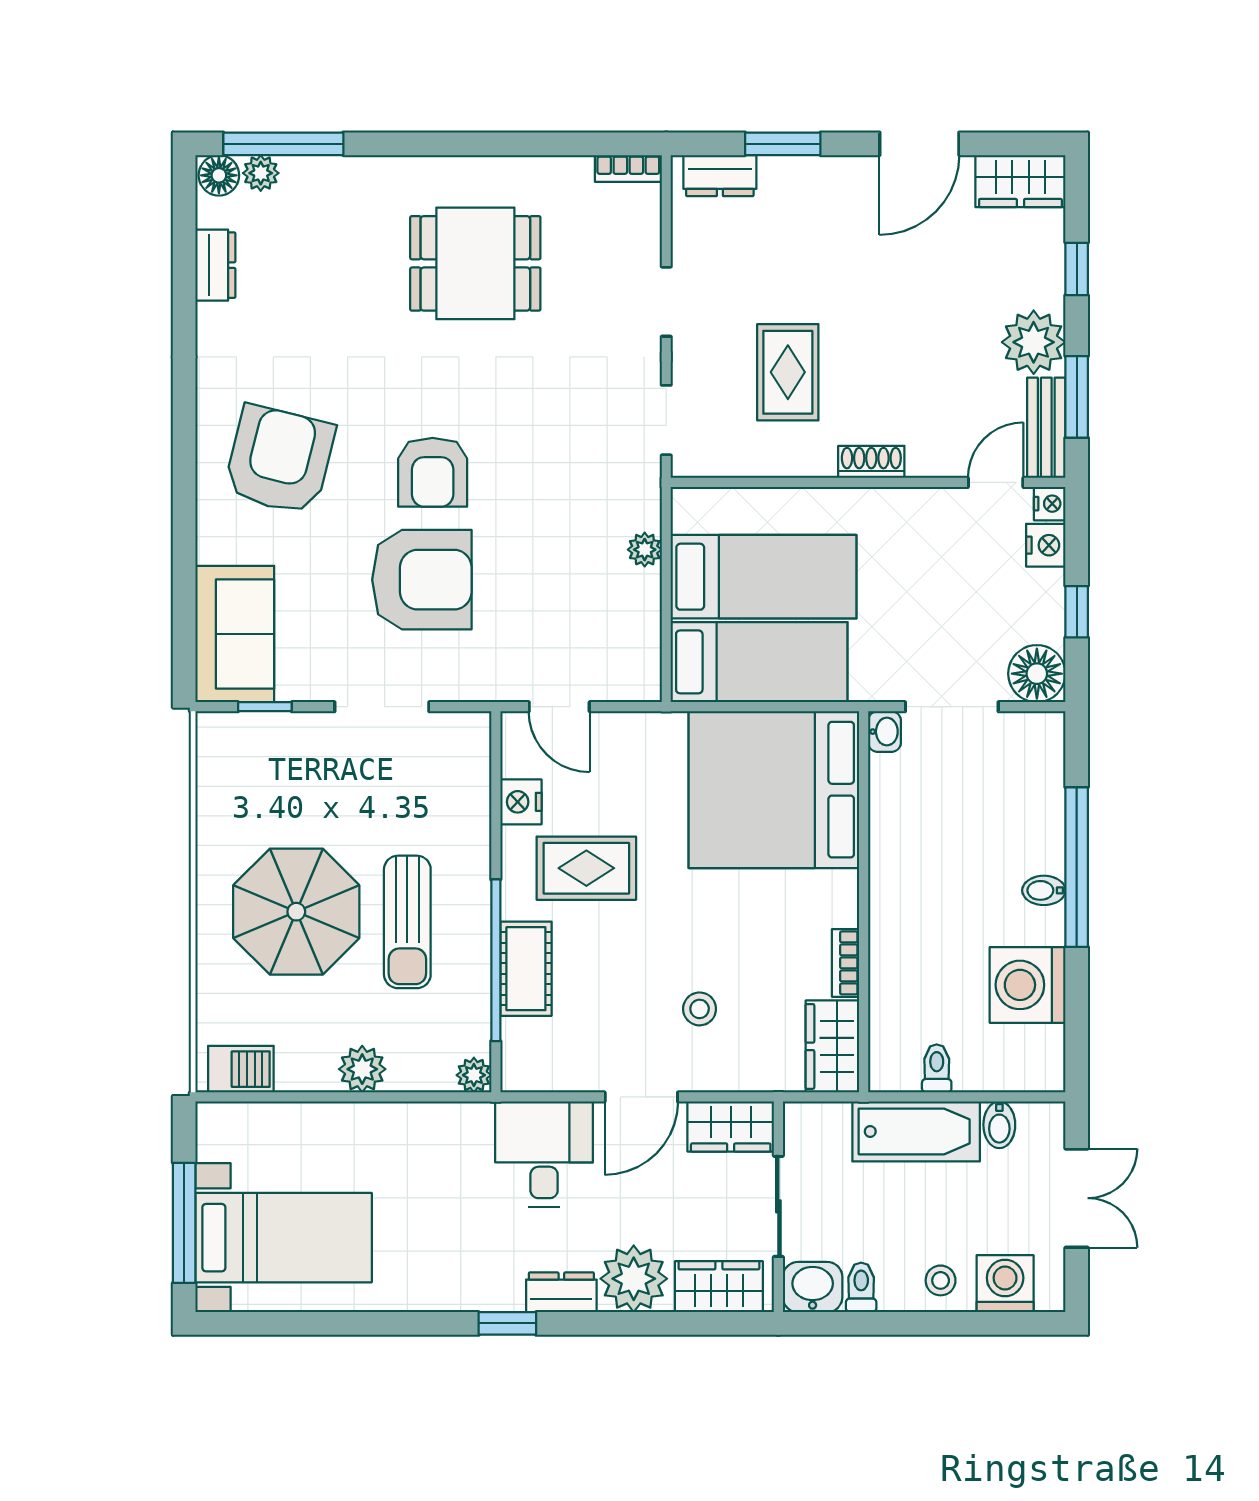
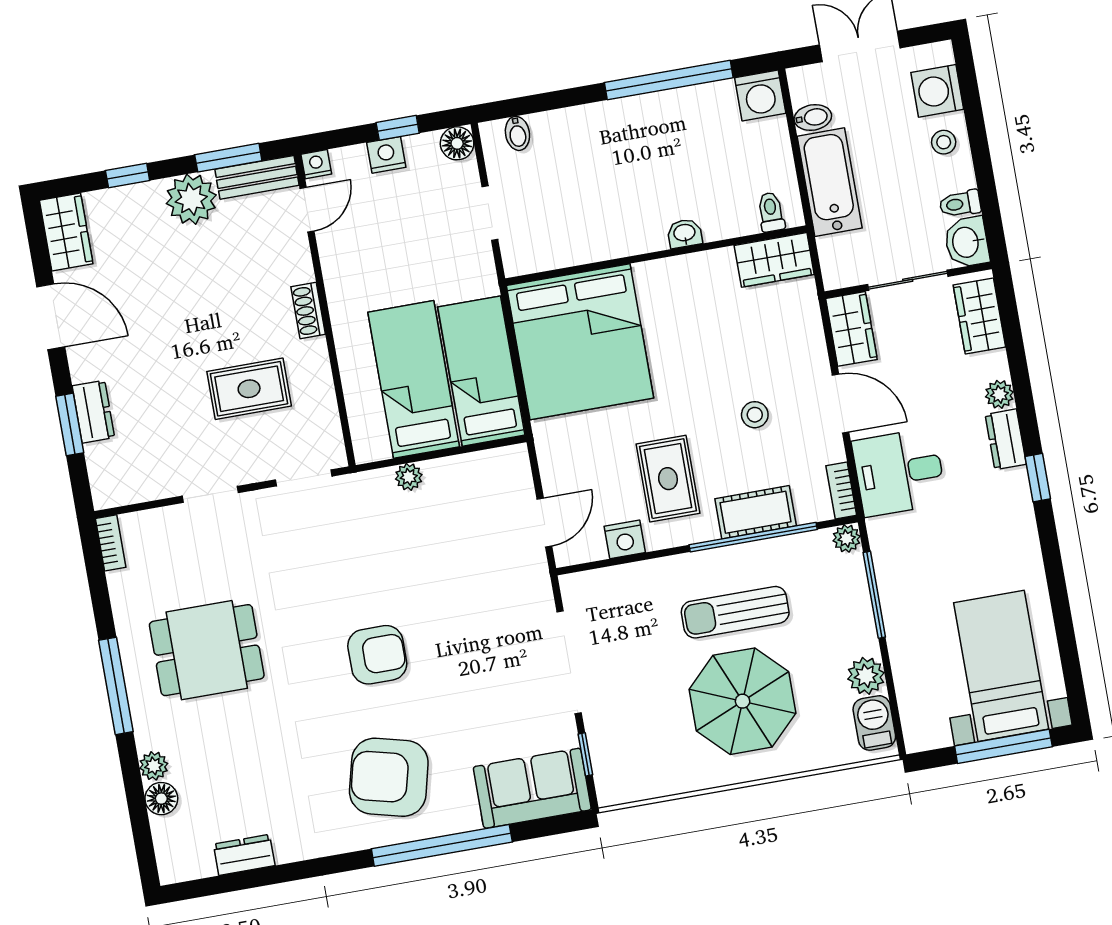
window: (283, 144) -> (116, 686), moved
plant: (261, 173) -> (154, 766), moved
floor lamp: (219, 175) -> (161, 799), moved
dresser: (720, 176) -> (93, 412), moved
dining table: (475, 263) -> (207, 650), turned 90
door: (996, 482) -> (307, 210), swing flipped
window: (184, 510) -> (442, 845), added
nightstand: (1046, 545) -> (386, 155), moved
armchair: (422, 580) -> (463, 648), removed
floor lamp: (1037, 674) -> (457, 143), width x0.73, depth x0.73
doorway: (382, 707) -> (569, 662), width x1.36
doorway: (952, 707) -> (490, 213), width x0.73
washbasin: (885, 732) -> (685, 233), moved
window: (1077, 867) -> (669, 80), moved
bidet: (1044, 890) -> (517, 133), moved
sun lounger: (407, 922) -> (735, 612), turned 180
bookcase: (846, 963) -> (841, 490), moved, turned 90
washing machine: (1028, 985) -> (760, 95), moved, width x0.73, depth x0.73
stool: (700, 1009) -> (755, 415), moved
toilet: (937, 1068) -> (771, 212), moved, turned 90
plant: (362, 1069) -> (866, 676), moved
window: (399, 1097) -> (874, 595), added
plant: (634, 1279) -> (999, 394), width x0.53, depth x0.53

